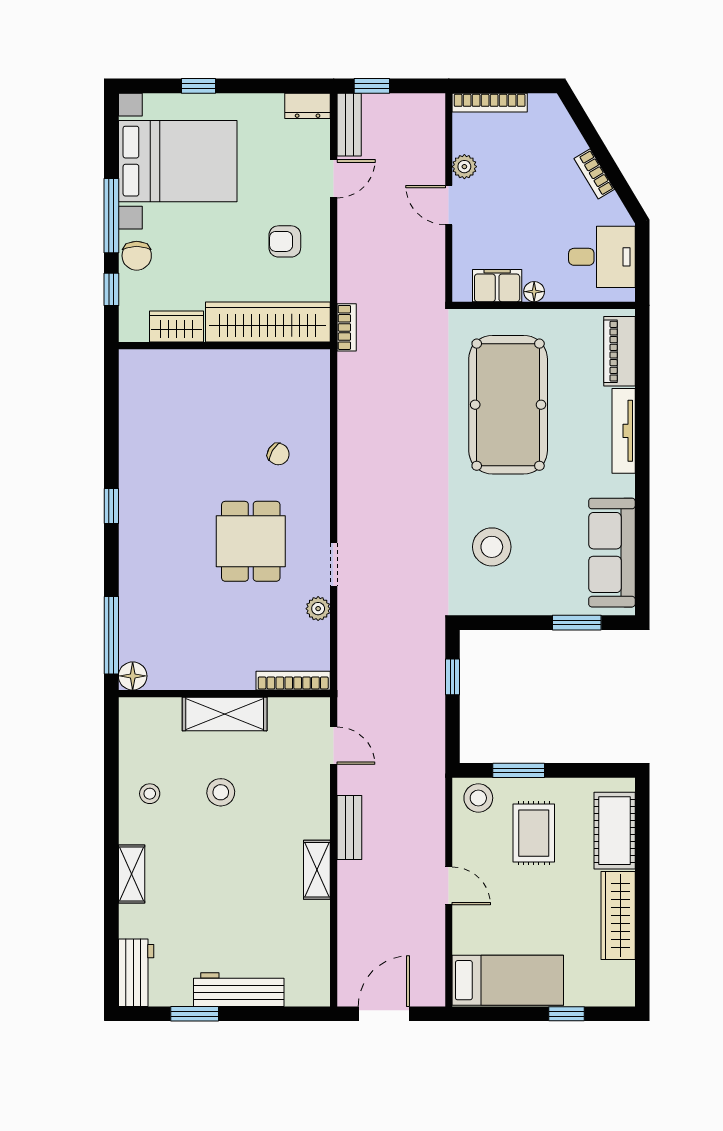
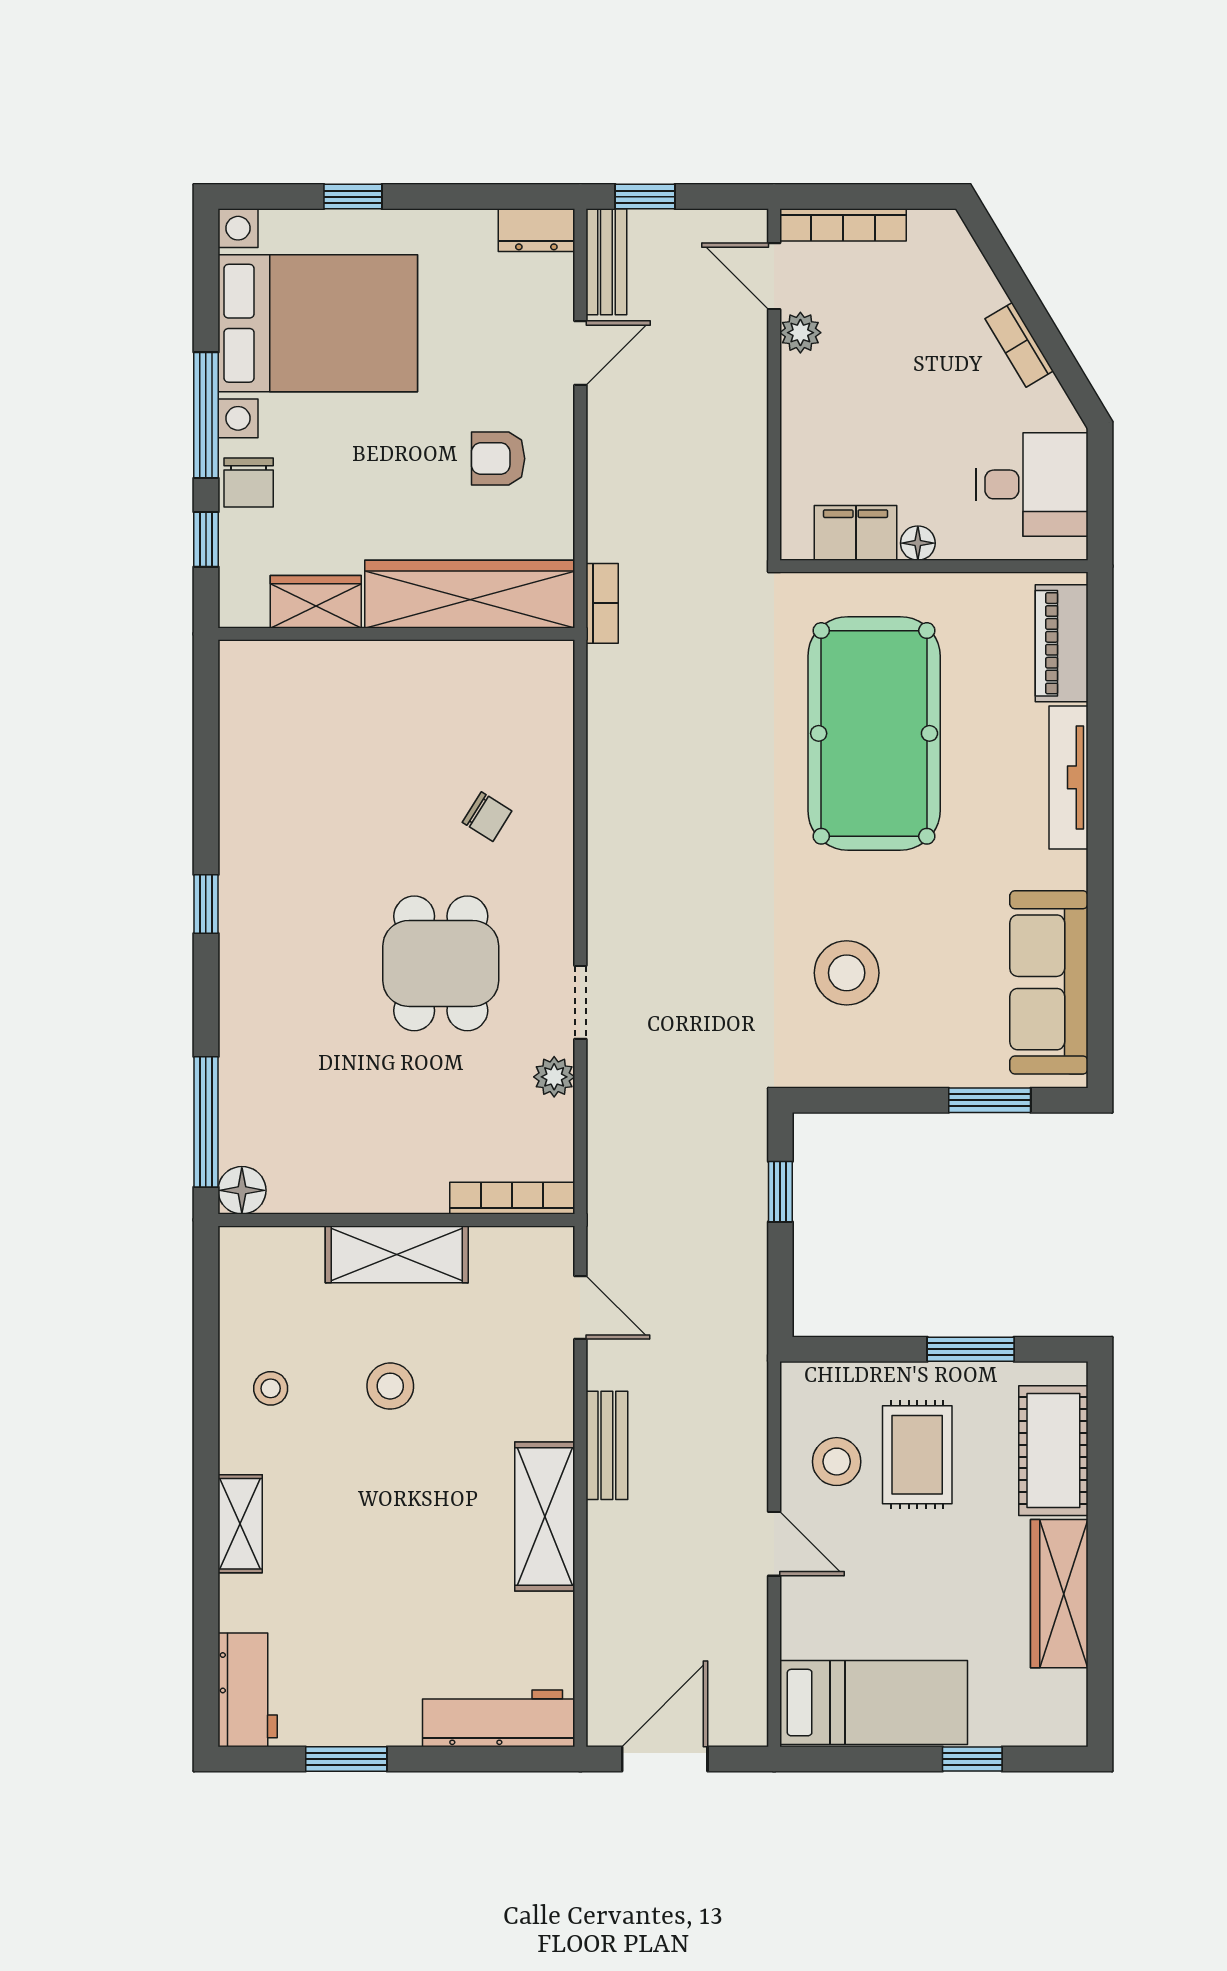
door: (449, 205) -> (774, 276), moved
window: (519, 770) -> (971, 1349), moved
stool: (478, 798) -> (837, 1462), moved
shelving: (317, 870) -> (545, 1516), width x1.50, depth x1.33
workbench: (239, 990) -> (499, 1718), moved

